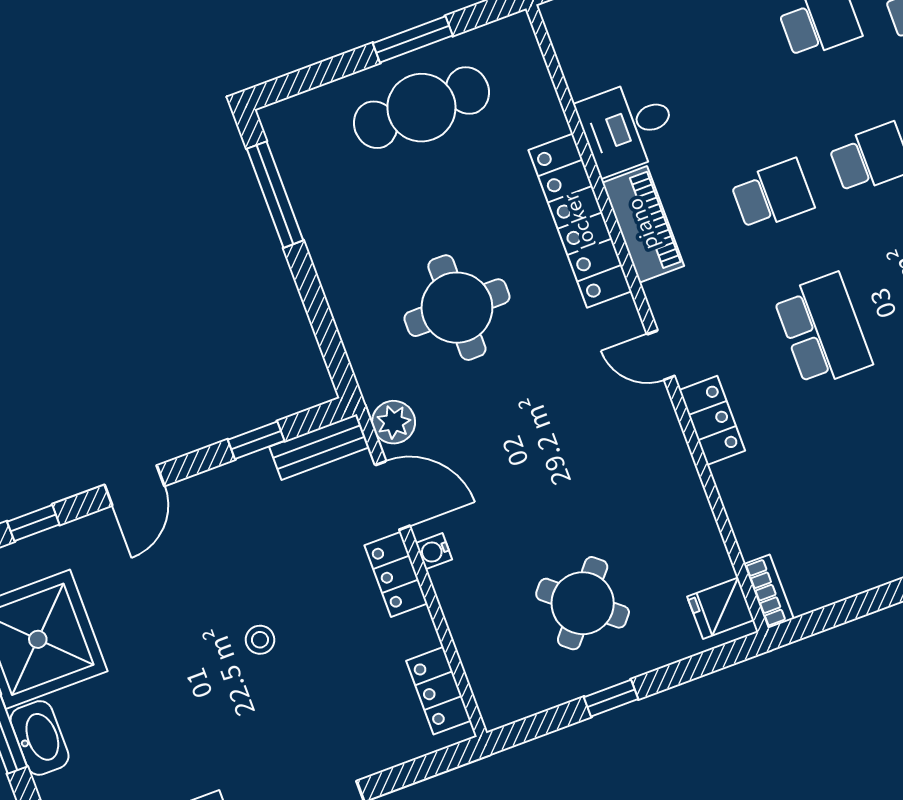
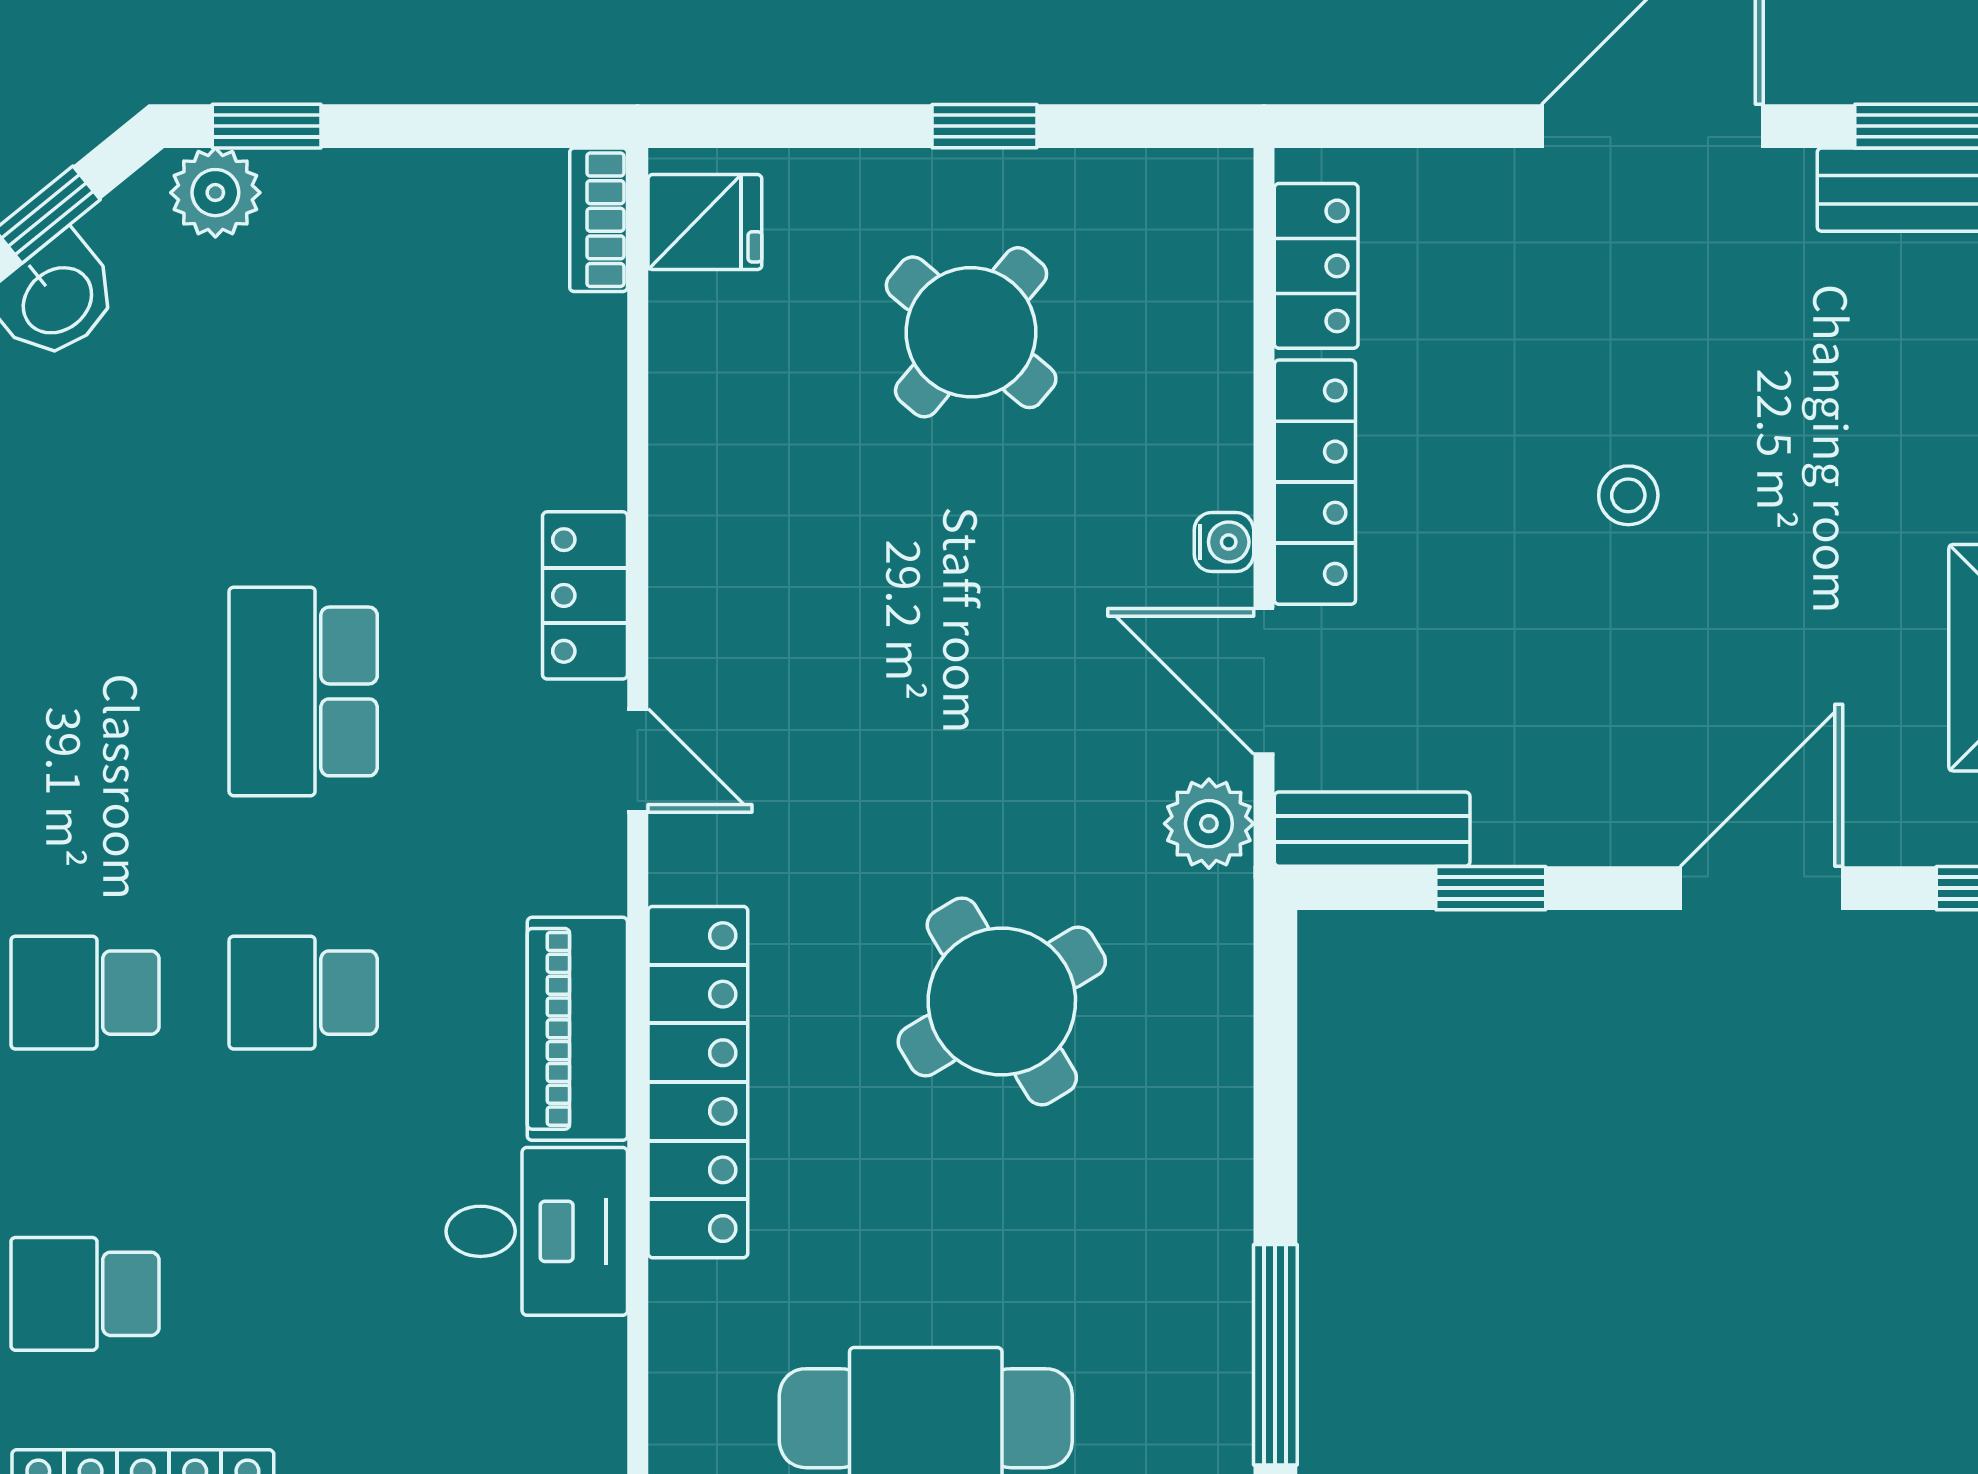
round table: (457, 308) -> (1002, 1001), turned -31
door: (134, 486) -> (1761, 888), width x1.38
locker: (396, 574) -> (1315, 482), width x1.53

